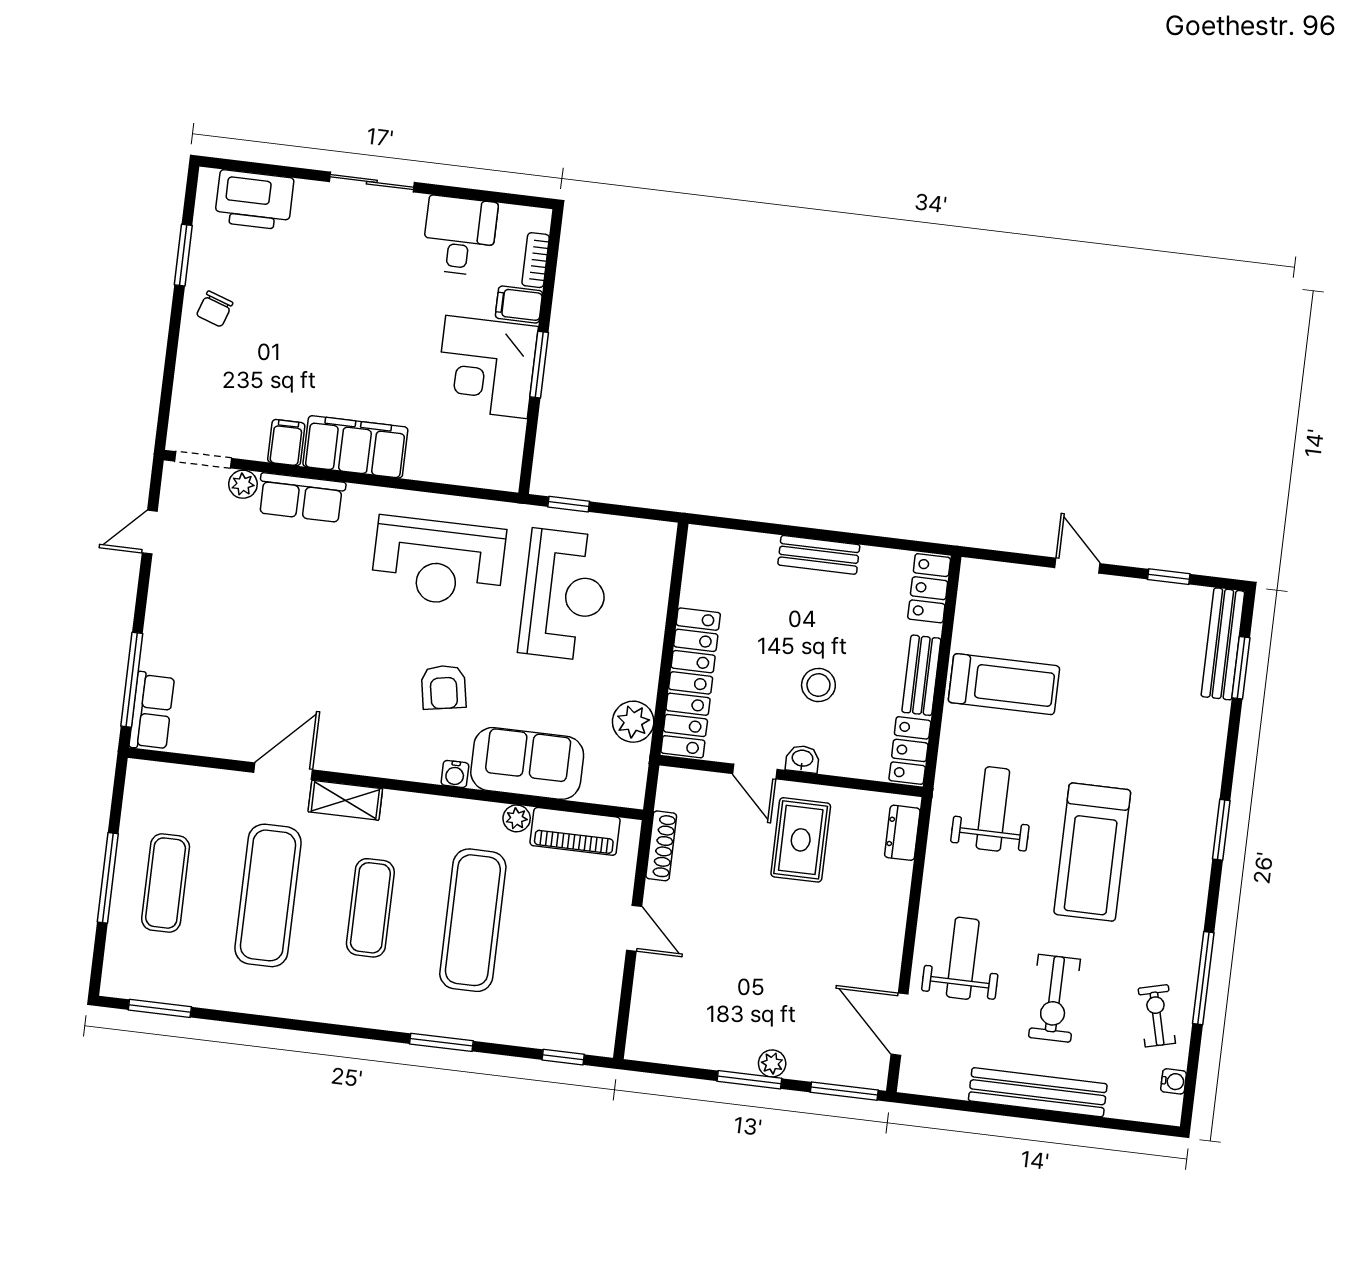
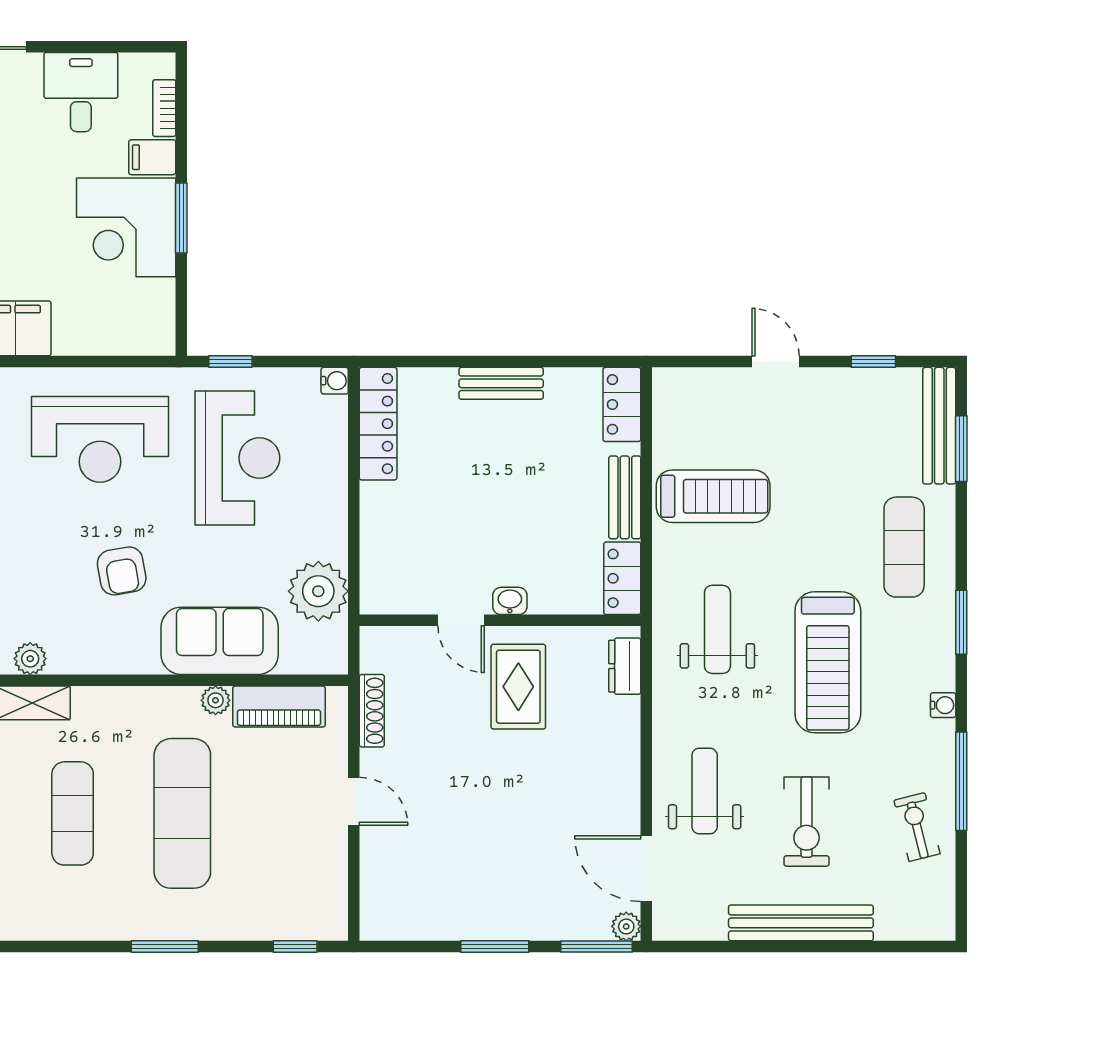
locker: (691, 683) -> (378, 424), moved, width x0.71, depth x0.83
stool: (818, 685) -> (517, 521), removed
plant: (633, 722) -> (318, 591), width x1.36, depth x1.36
exercise mat: (1176, 753) -> (904, 547), added
plant: (348, 759) -> (30, 659), added
water cooler: (455, 774) -> (335, 381), moved, turned -90
plant: (772, 1063) -> (626, 926), moved
water cooler: (1174, 1081) -> (943, 705), moved

